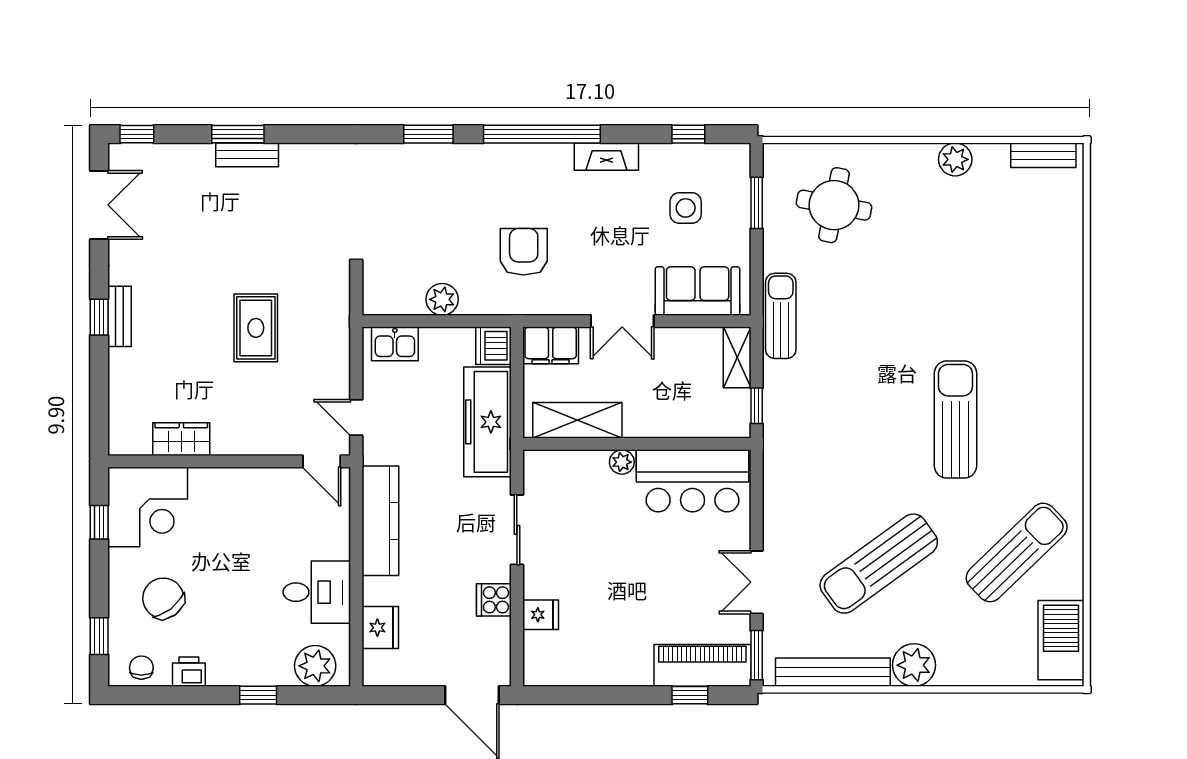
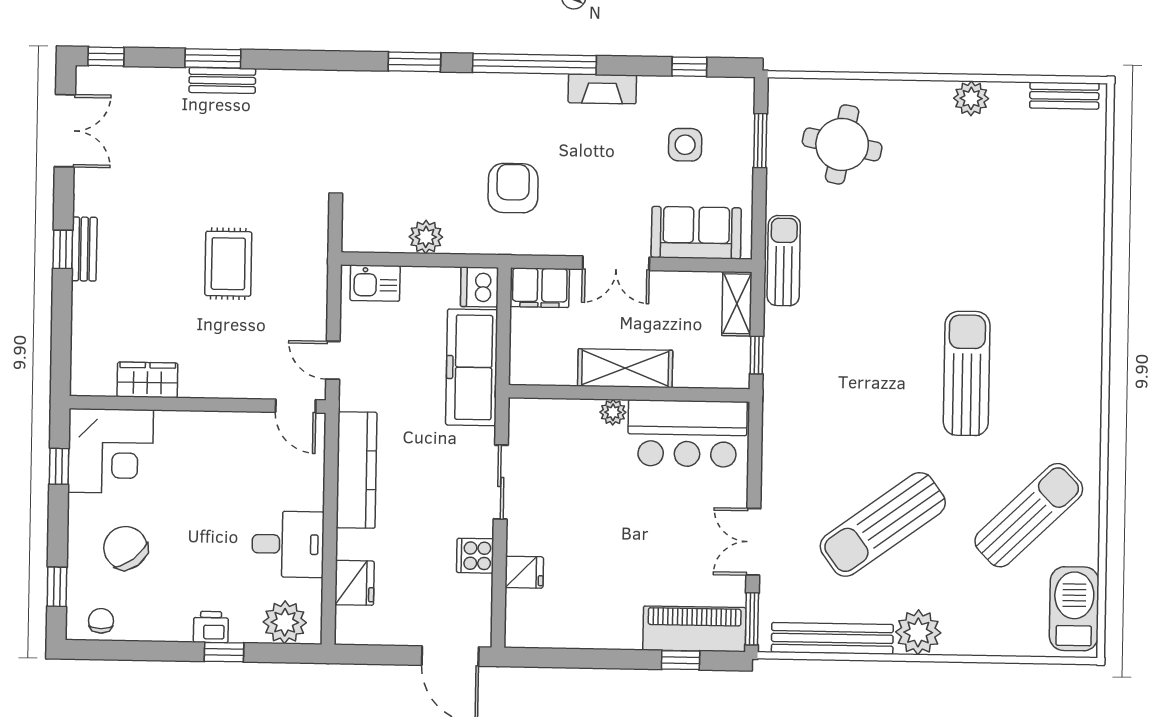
shelving: (577, 420) -> (625, 368), moved
printer: (189, 672) -> (211, 627), moved

